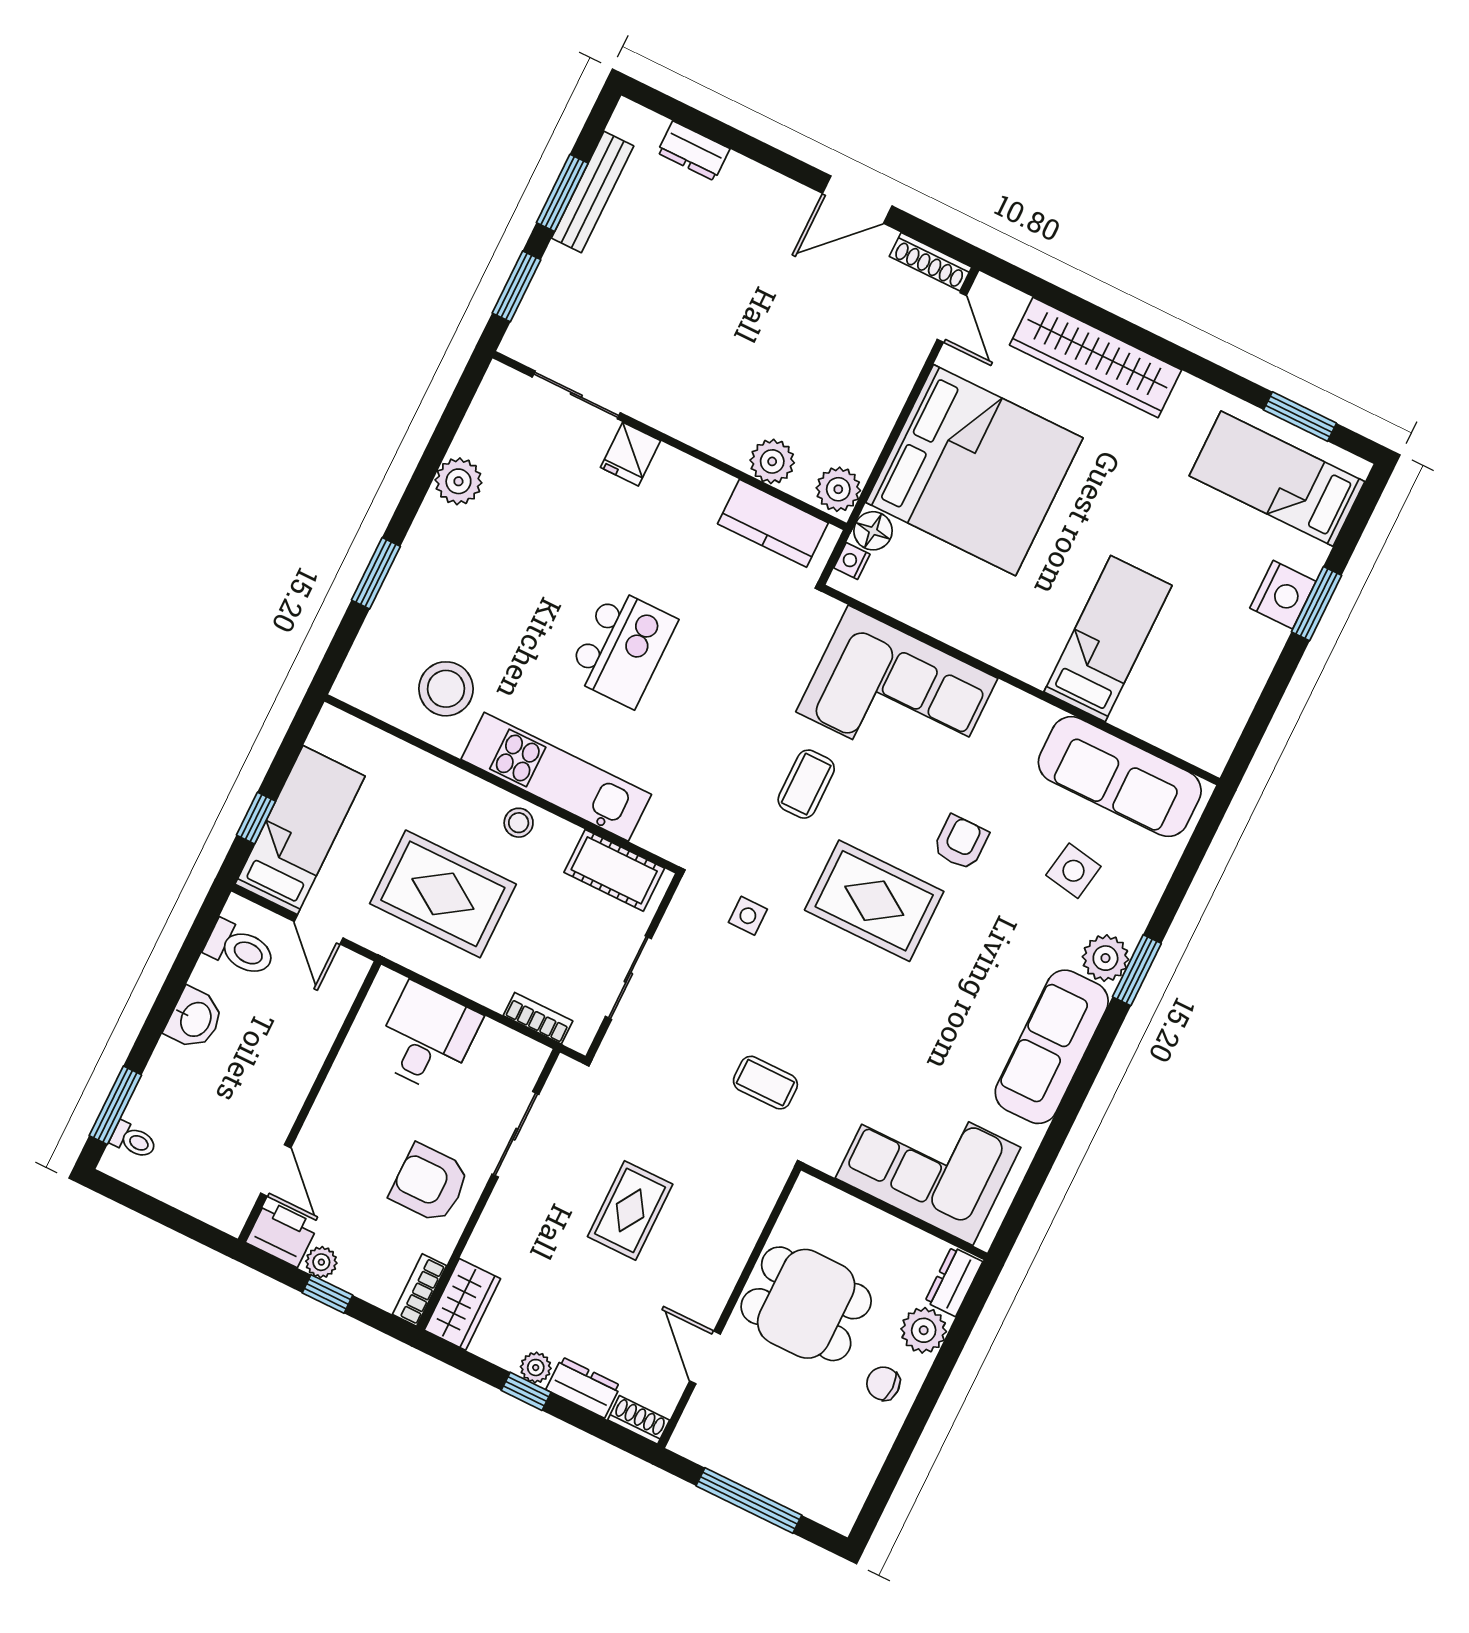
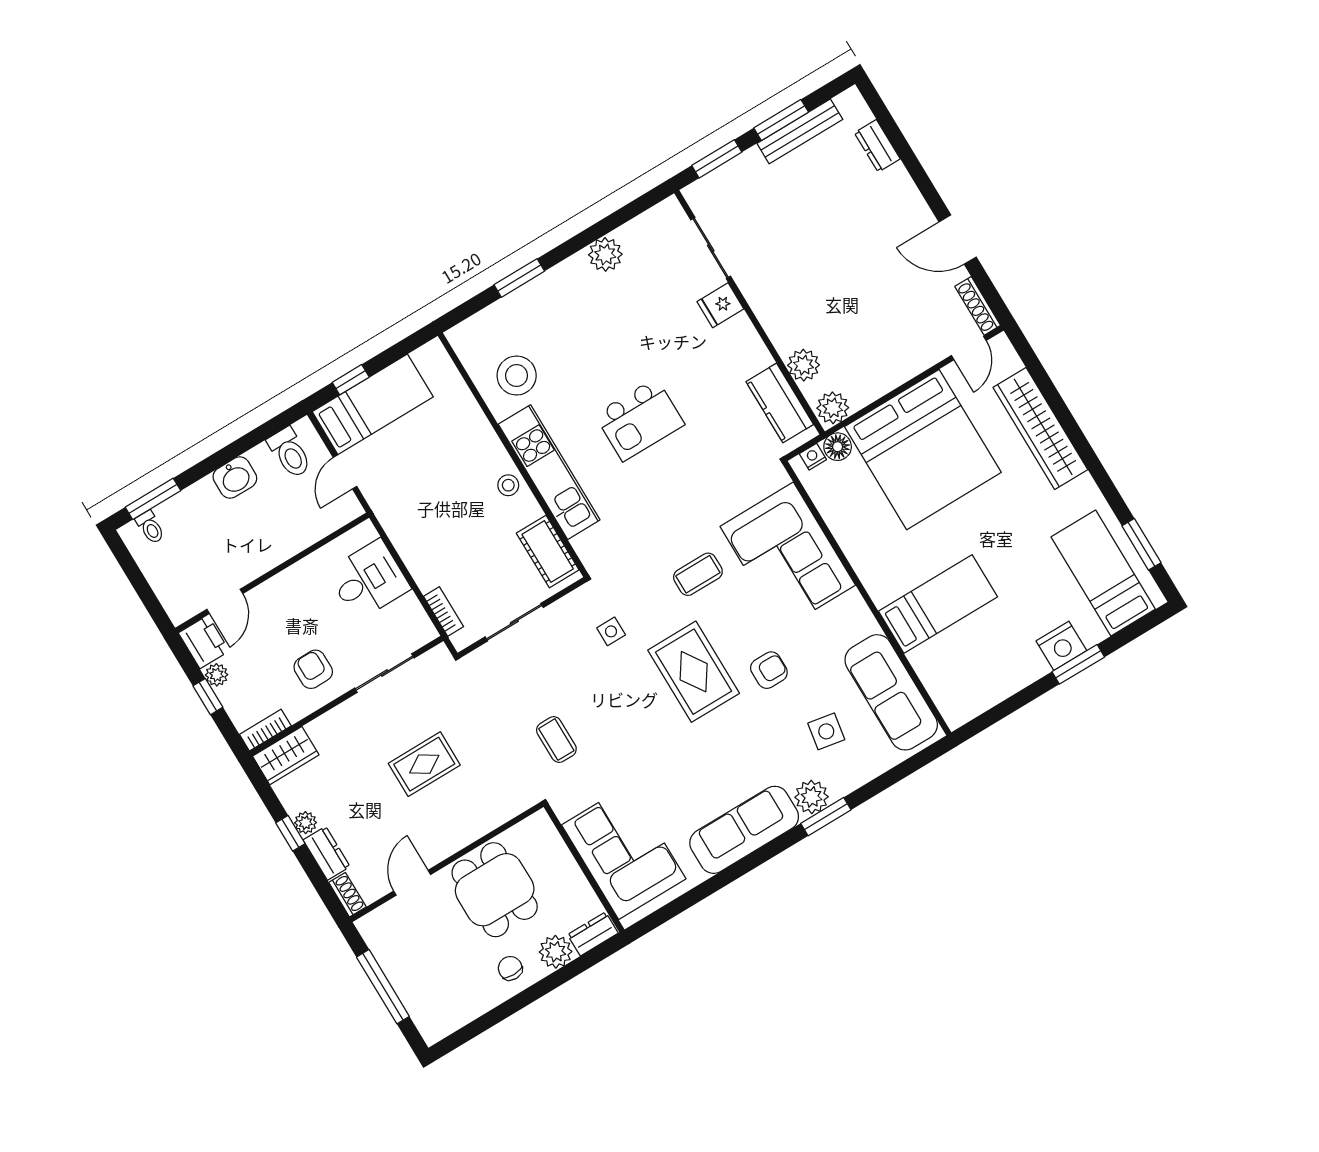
rug: (443, 894) -> (434, 499), removed
armchair: (430, 1183) -> (313, 669), width x0.72, depth x0.72

